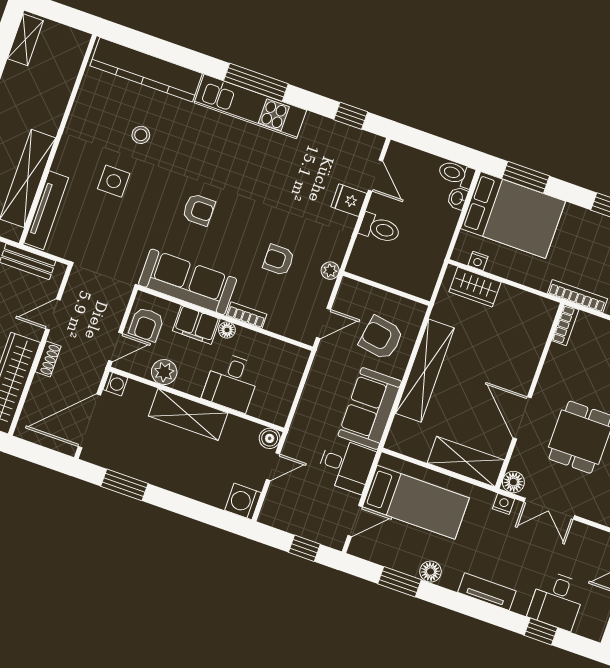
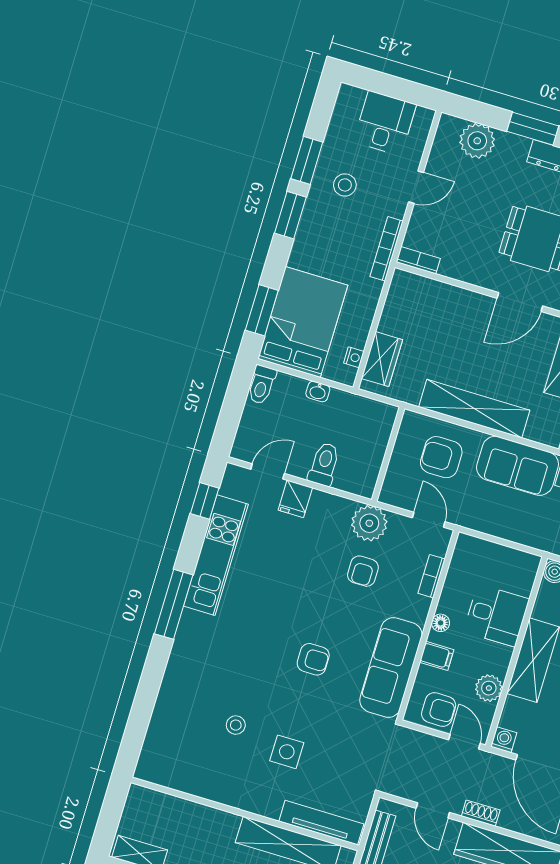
kitchen counter: (146, 70) -> (166, 723), removed
kitchen unit: (250, 106) -> (216, 555), moved
washbasin: (457, 198) -> (318, 392), moved
armchair: (199, 210) -> (313, 659), turned 90
plant: (330, 271) -> (369, 523), width x1.88, depth x1.88
bookcase: (246, 315) -> (432, 576), moved
filing cabinet: (196, 325) -> (437, 656), width x0.50
armchair: (381, 338) -> (441, 457), turned 81

